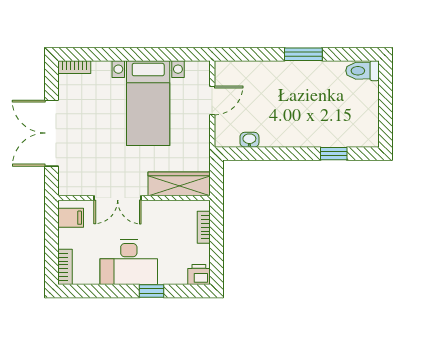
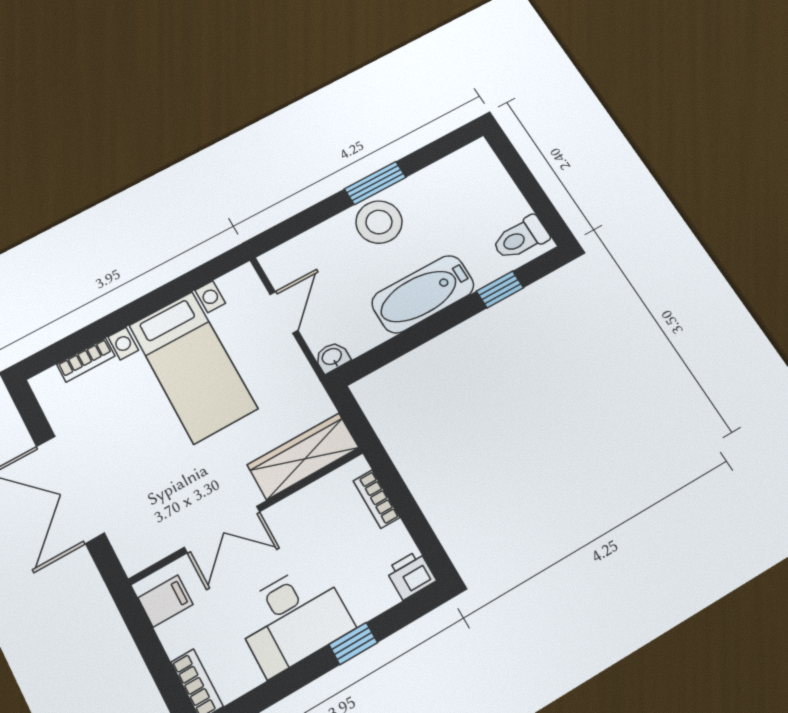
bookcase: (74, 67) -> (86, 360), moved
toilet: (363, 71) -> (520, 238), moved
stool: (292, 78) -> (379, 222), added
bathtub: (291, 133) -> (423, 294), added
washbasin: (249, 140) -> (332, 357), moved

